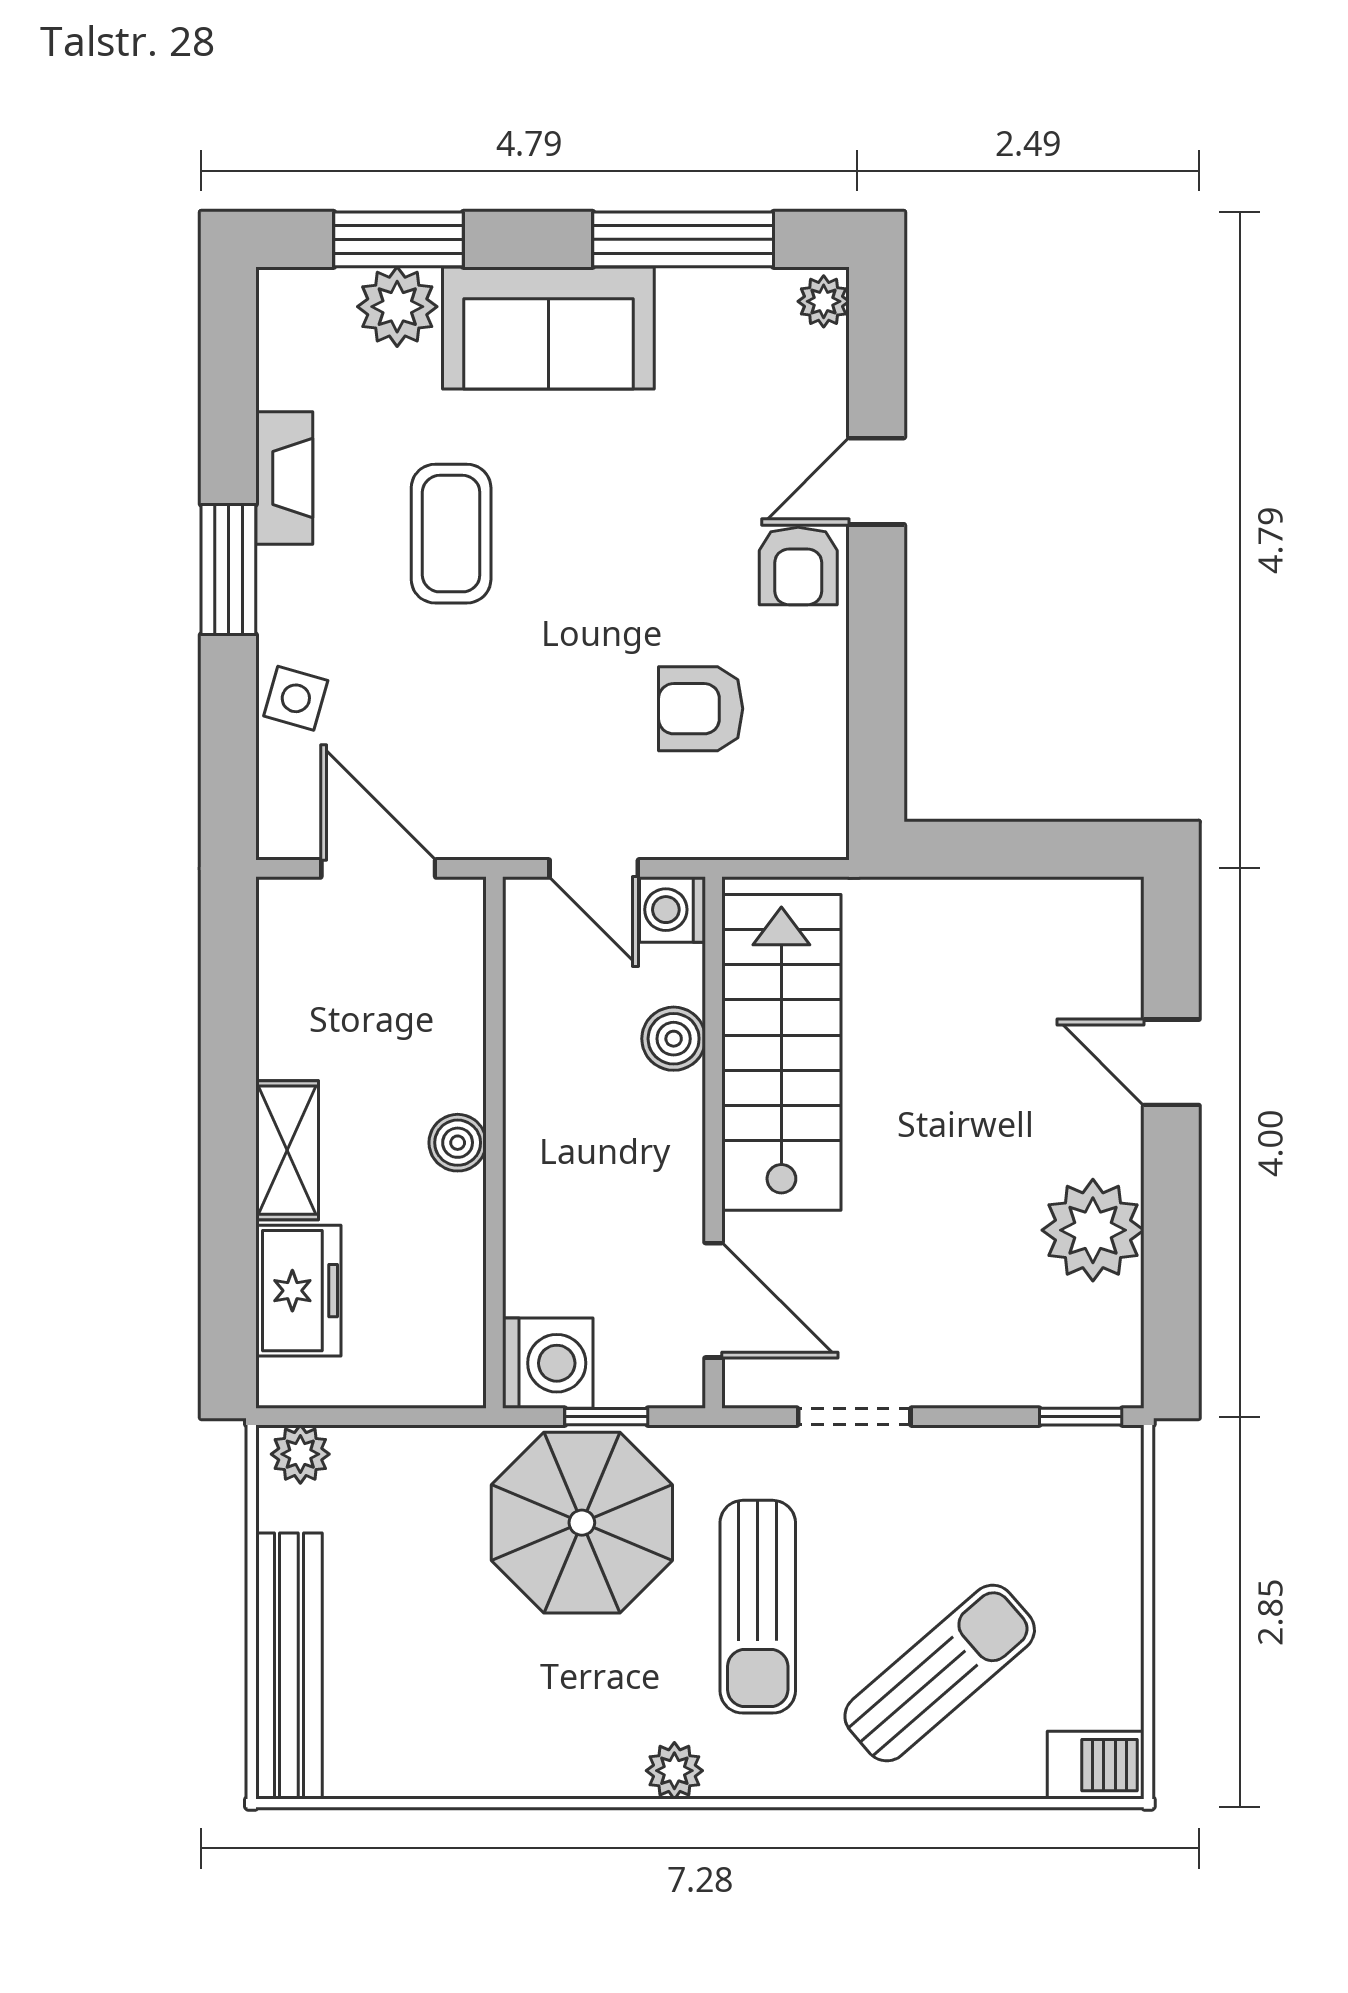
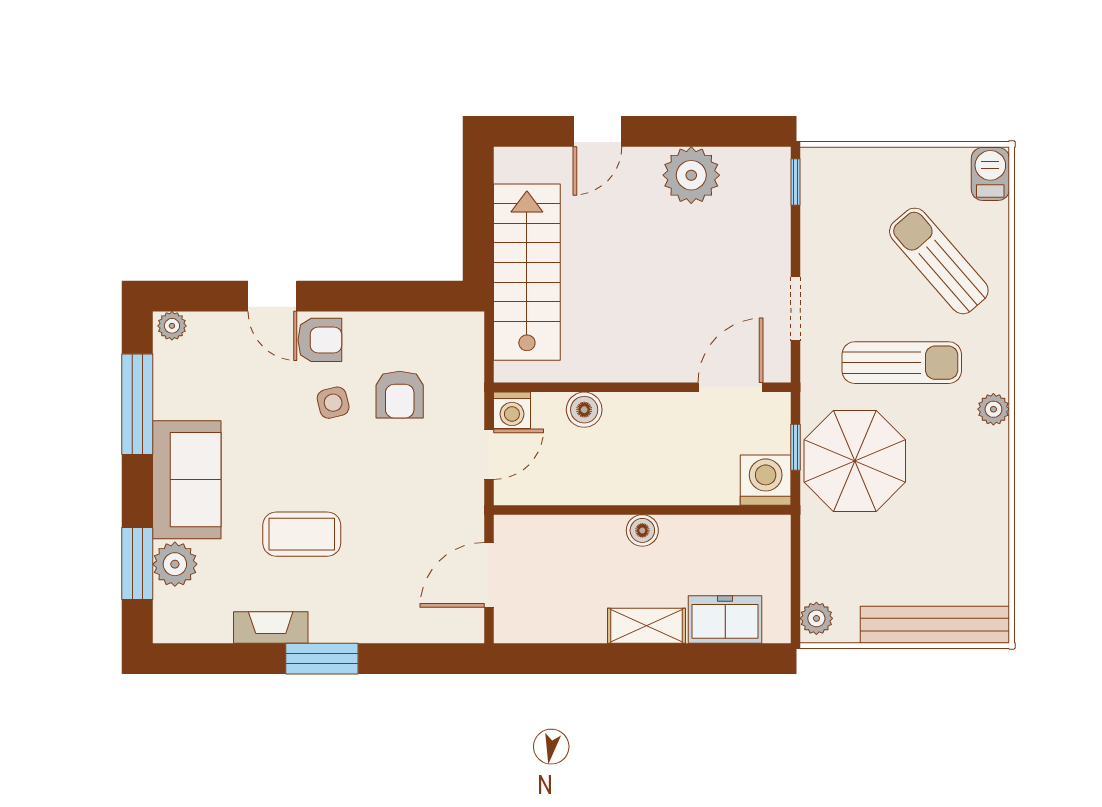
side table: (296, 698) -> (333, 403), moved, turned -30
stairs: (781, 1052) -> (527, 272), moved, turned 90

